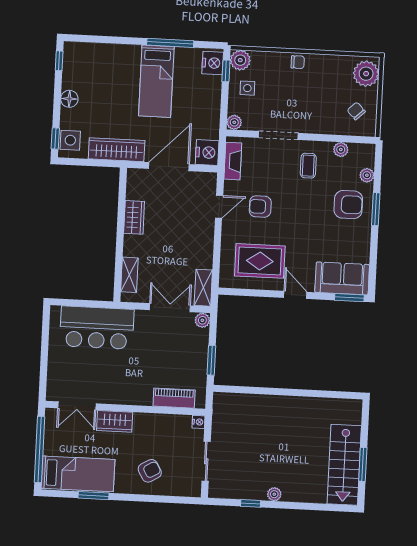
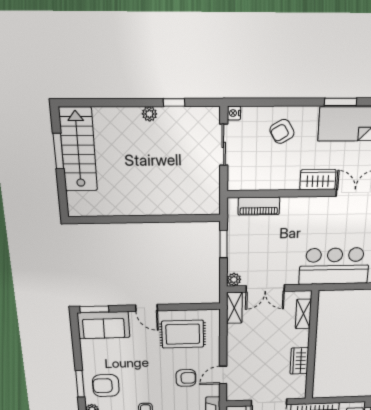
nightstand: (199, 422) -> (234, 113), moved

